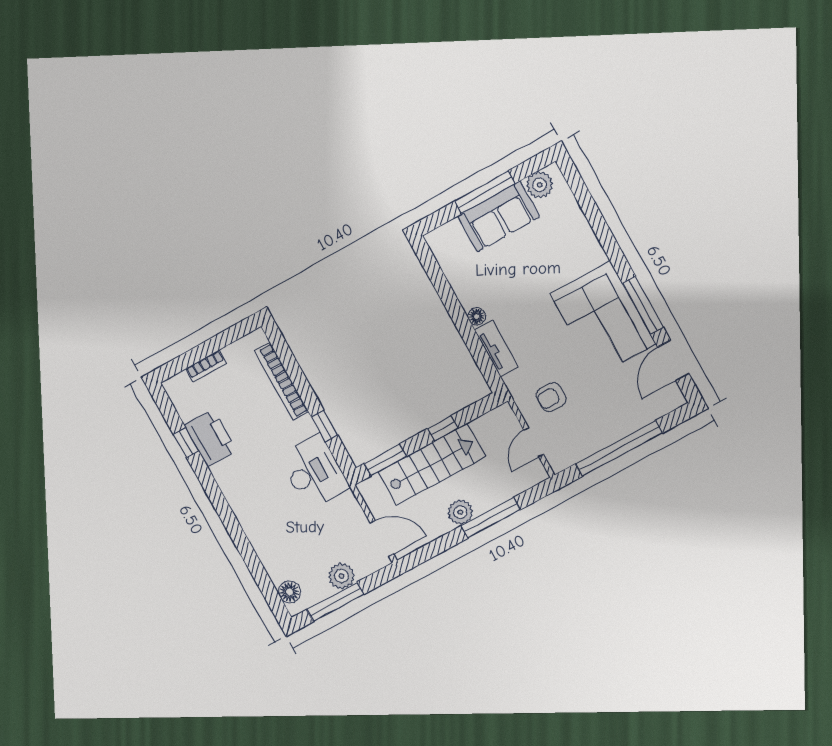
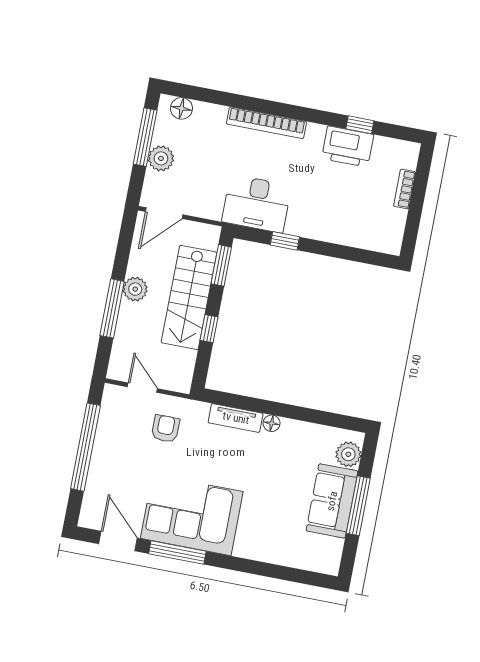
plant: (540, 185) -> (348, 454), moved
bookcase: (282, 381) -> (266, 123), moved, turned 180

